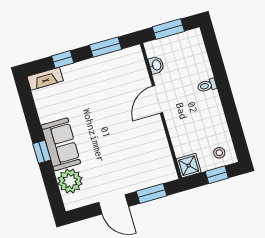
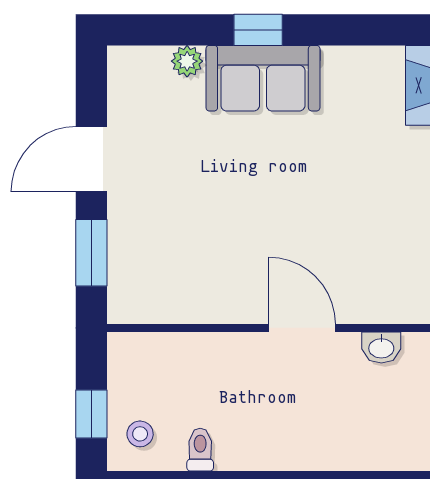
toilet: (207, 86) -> (200, 450), moved
shower: (189, 166) -> (131, 356), removed
plant: (70, 181) -> (187, 61), width x0.53, depth x0.53

